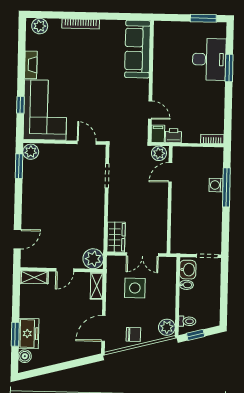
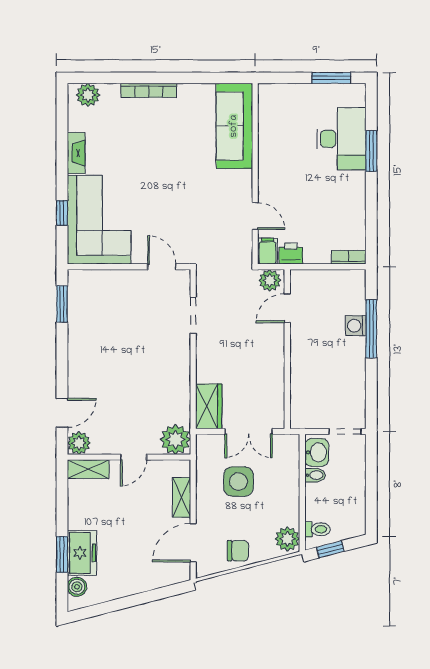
plant: (31, 152) -> (79, 443), moved
shelving: (97, 286) -> (182, 497), moved

